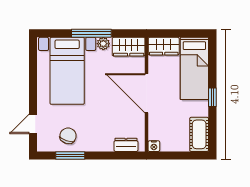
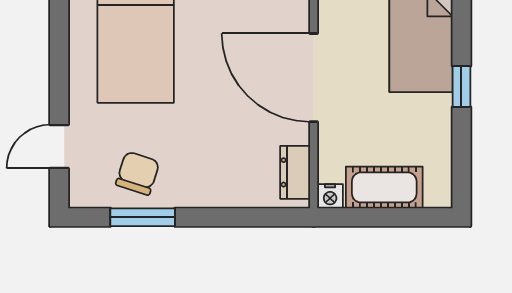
cot: (199, 134) -> (384, 187), moved, turned 90
dresser: (126, 145) -> (295, 172), moved, turned -90

